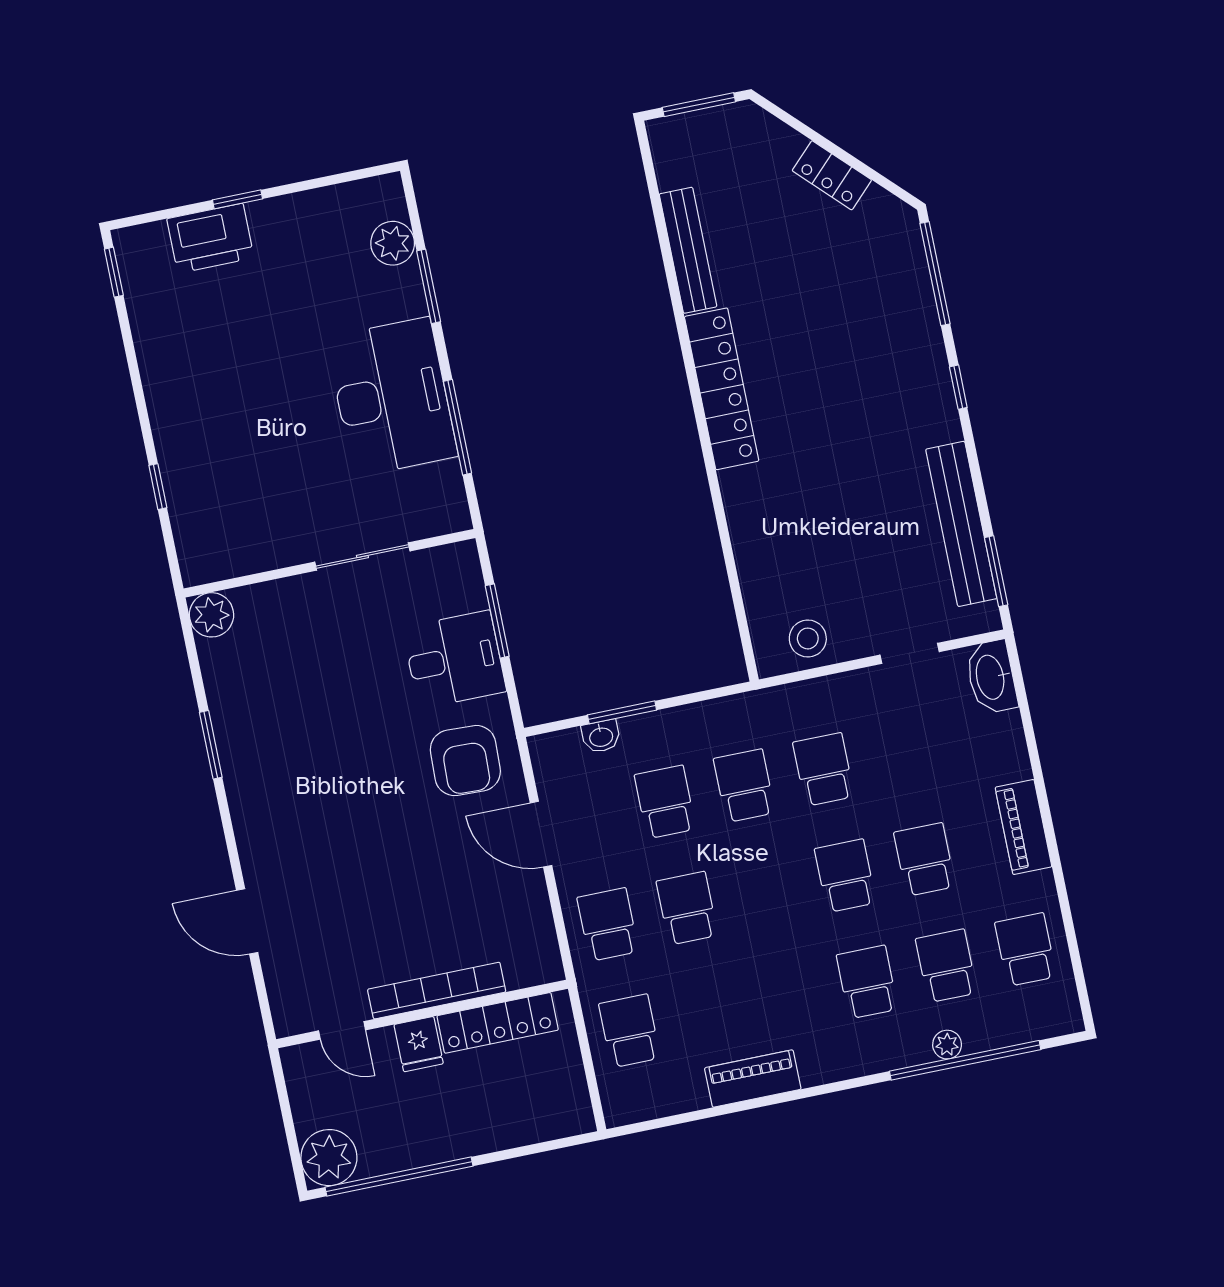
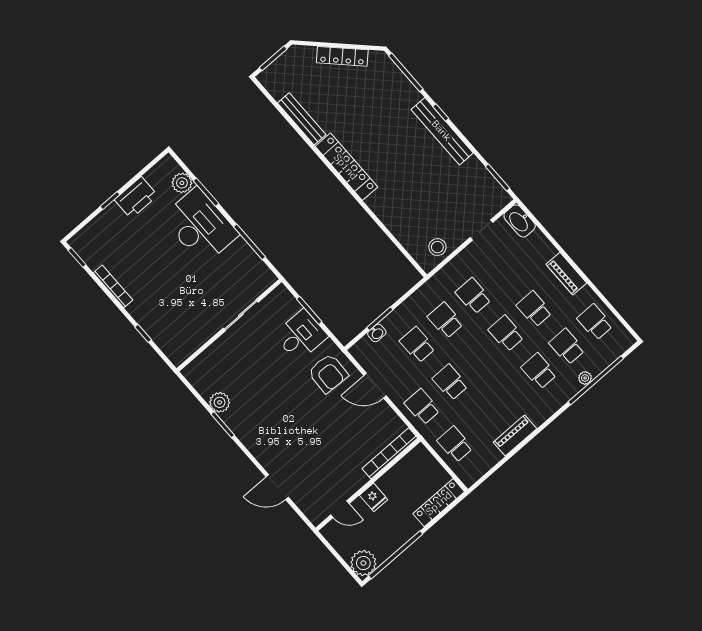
locker: (832, 175) -> (342, 56), width x1.53
printer: (210, 238) -> (136, 198), moved
bookcase: (151, 365) -> (113, 286), added
desk: (392, 397) -> (200, 226), moved
bench: (961, 524) -> (442, 131), moved
plant: (212, 615) -> (220, 402), moved
bookcase: (437, 991) -> (390, 453), moved
locker: (498, 1023) -> (439, 503), moved, turned 180

